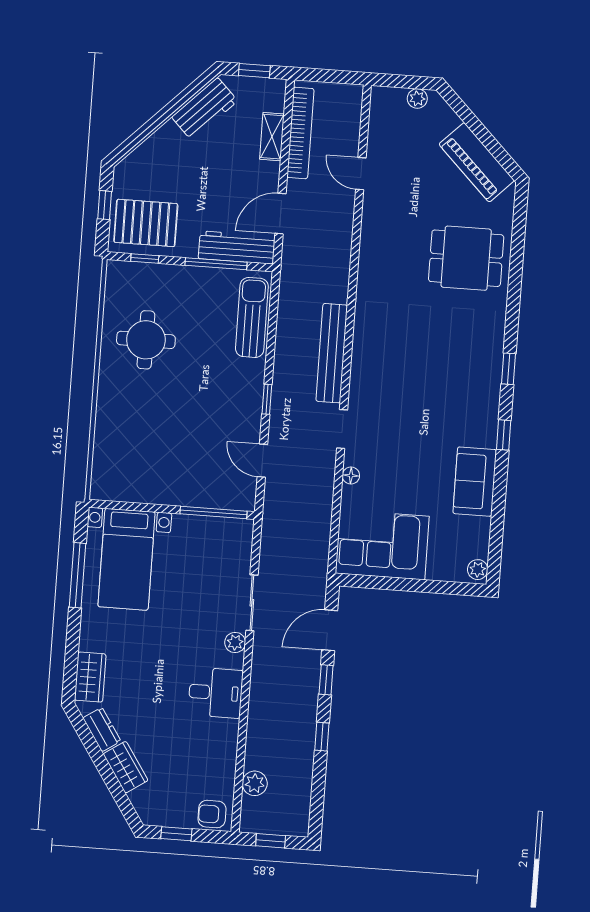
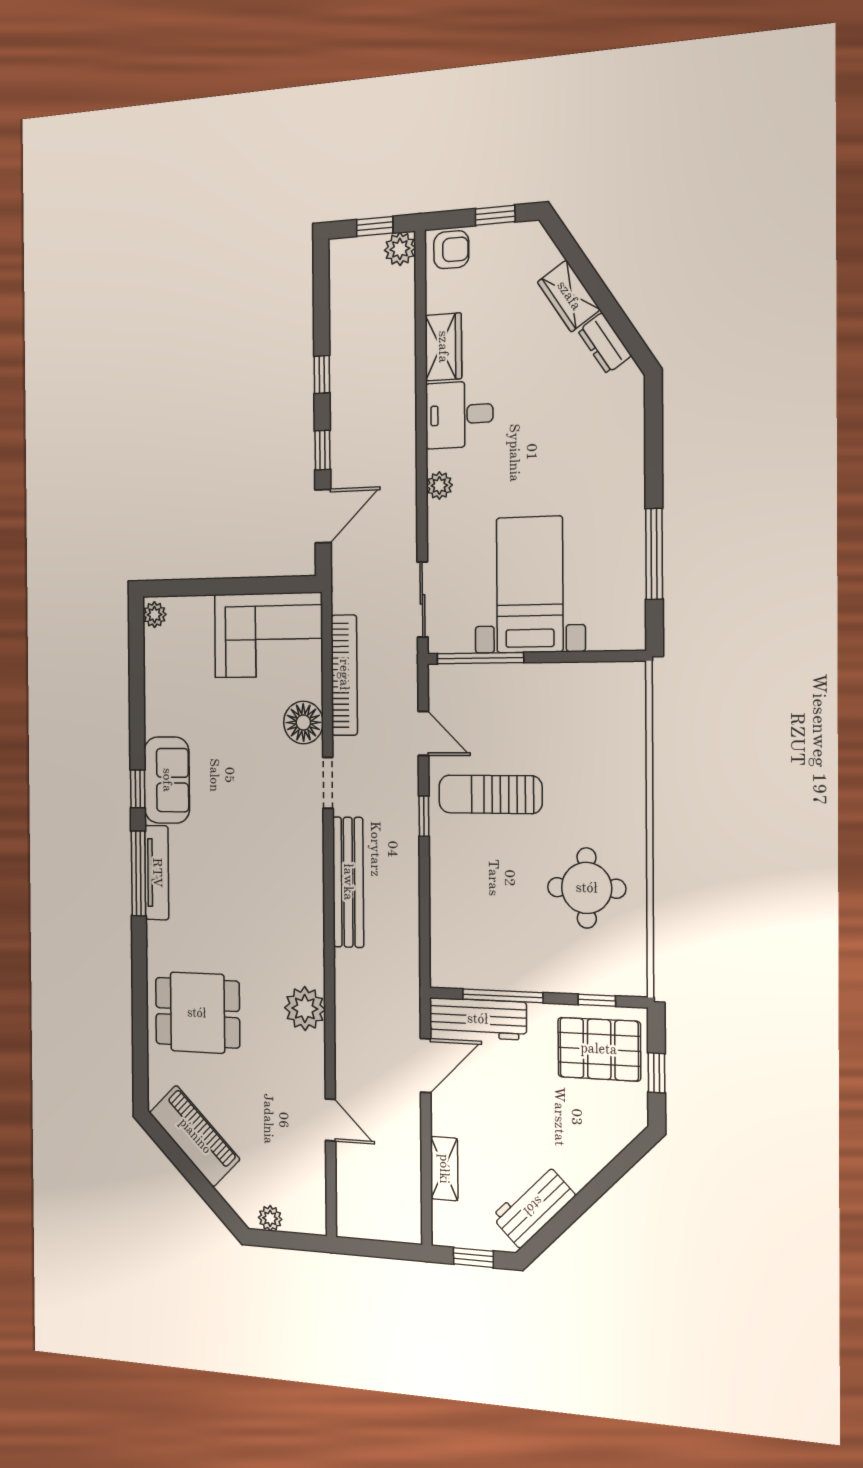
bookcase: (300, 133) -> (344, 675), moved, turned 180
plant: (375, 259) -> (305, 1009), added
sun lounger: (252, 317) -> (490, 794), moved, turned 90
tv unit: (492, 369) -> (157, 873), added
window: (508, 369) -> (138, 873), width x2.17
floor lamp: (351, 476) -> (303, 722), width x1.89, depth x1.89
sofa: (475, 482) -> (167, 780), moved
bed with nightstands: (127, 559) -> (530, 585), moved
sliding door: (252, 603) -> (422, 599), moved
wardrobe: (90, 677) -> (443, 347), moved, turned 180
plant: (255, 783) -> (400, 249), moved

